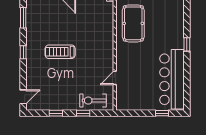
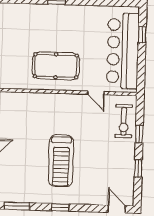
pool table: (133, 23) -> (56, 66), moved
treadmill: (60, 52) -> (61, 161), width x1.37, depth x1.38
bar counter: (172, 79) -> (123, 51), moved, turned 90

